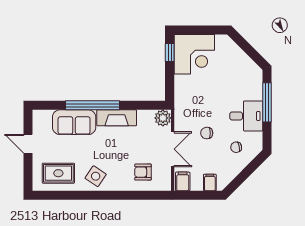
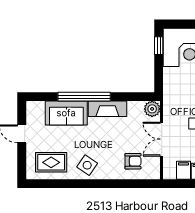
double door: (173, 149) -> (162, 139), swing flipped
armchair: (143, 172) -> (133, 161), turned 180
filing cabinet: (183, 181) -> (183, 170), moved

